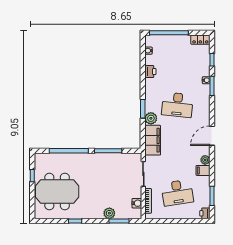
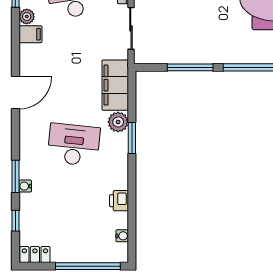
plant: (205, 160) -> (27, 17), moved

